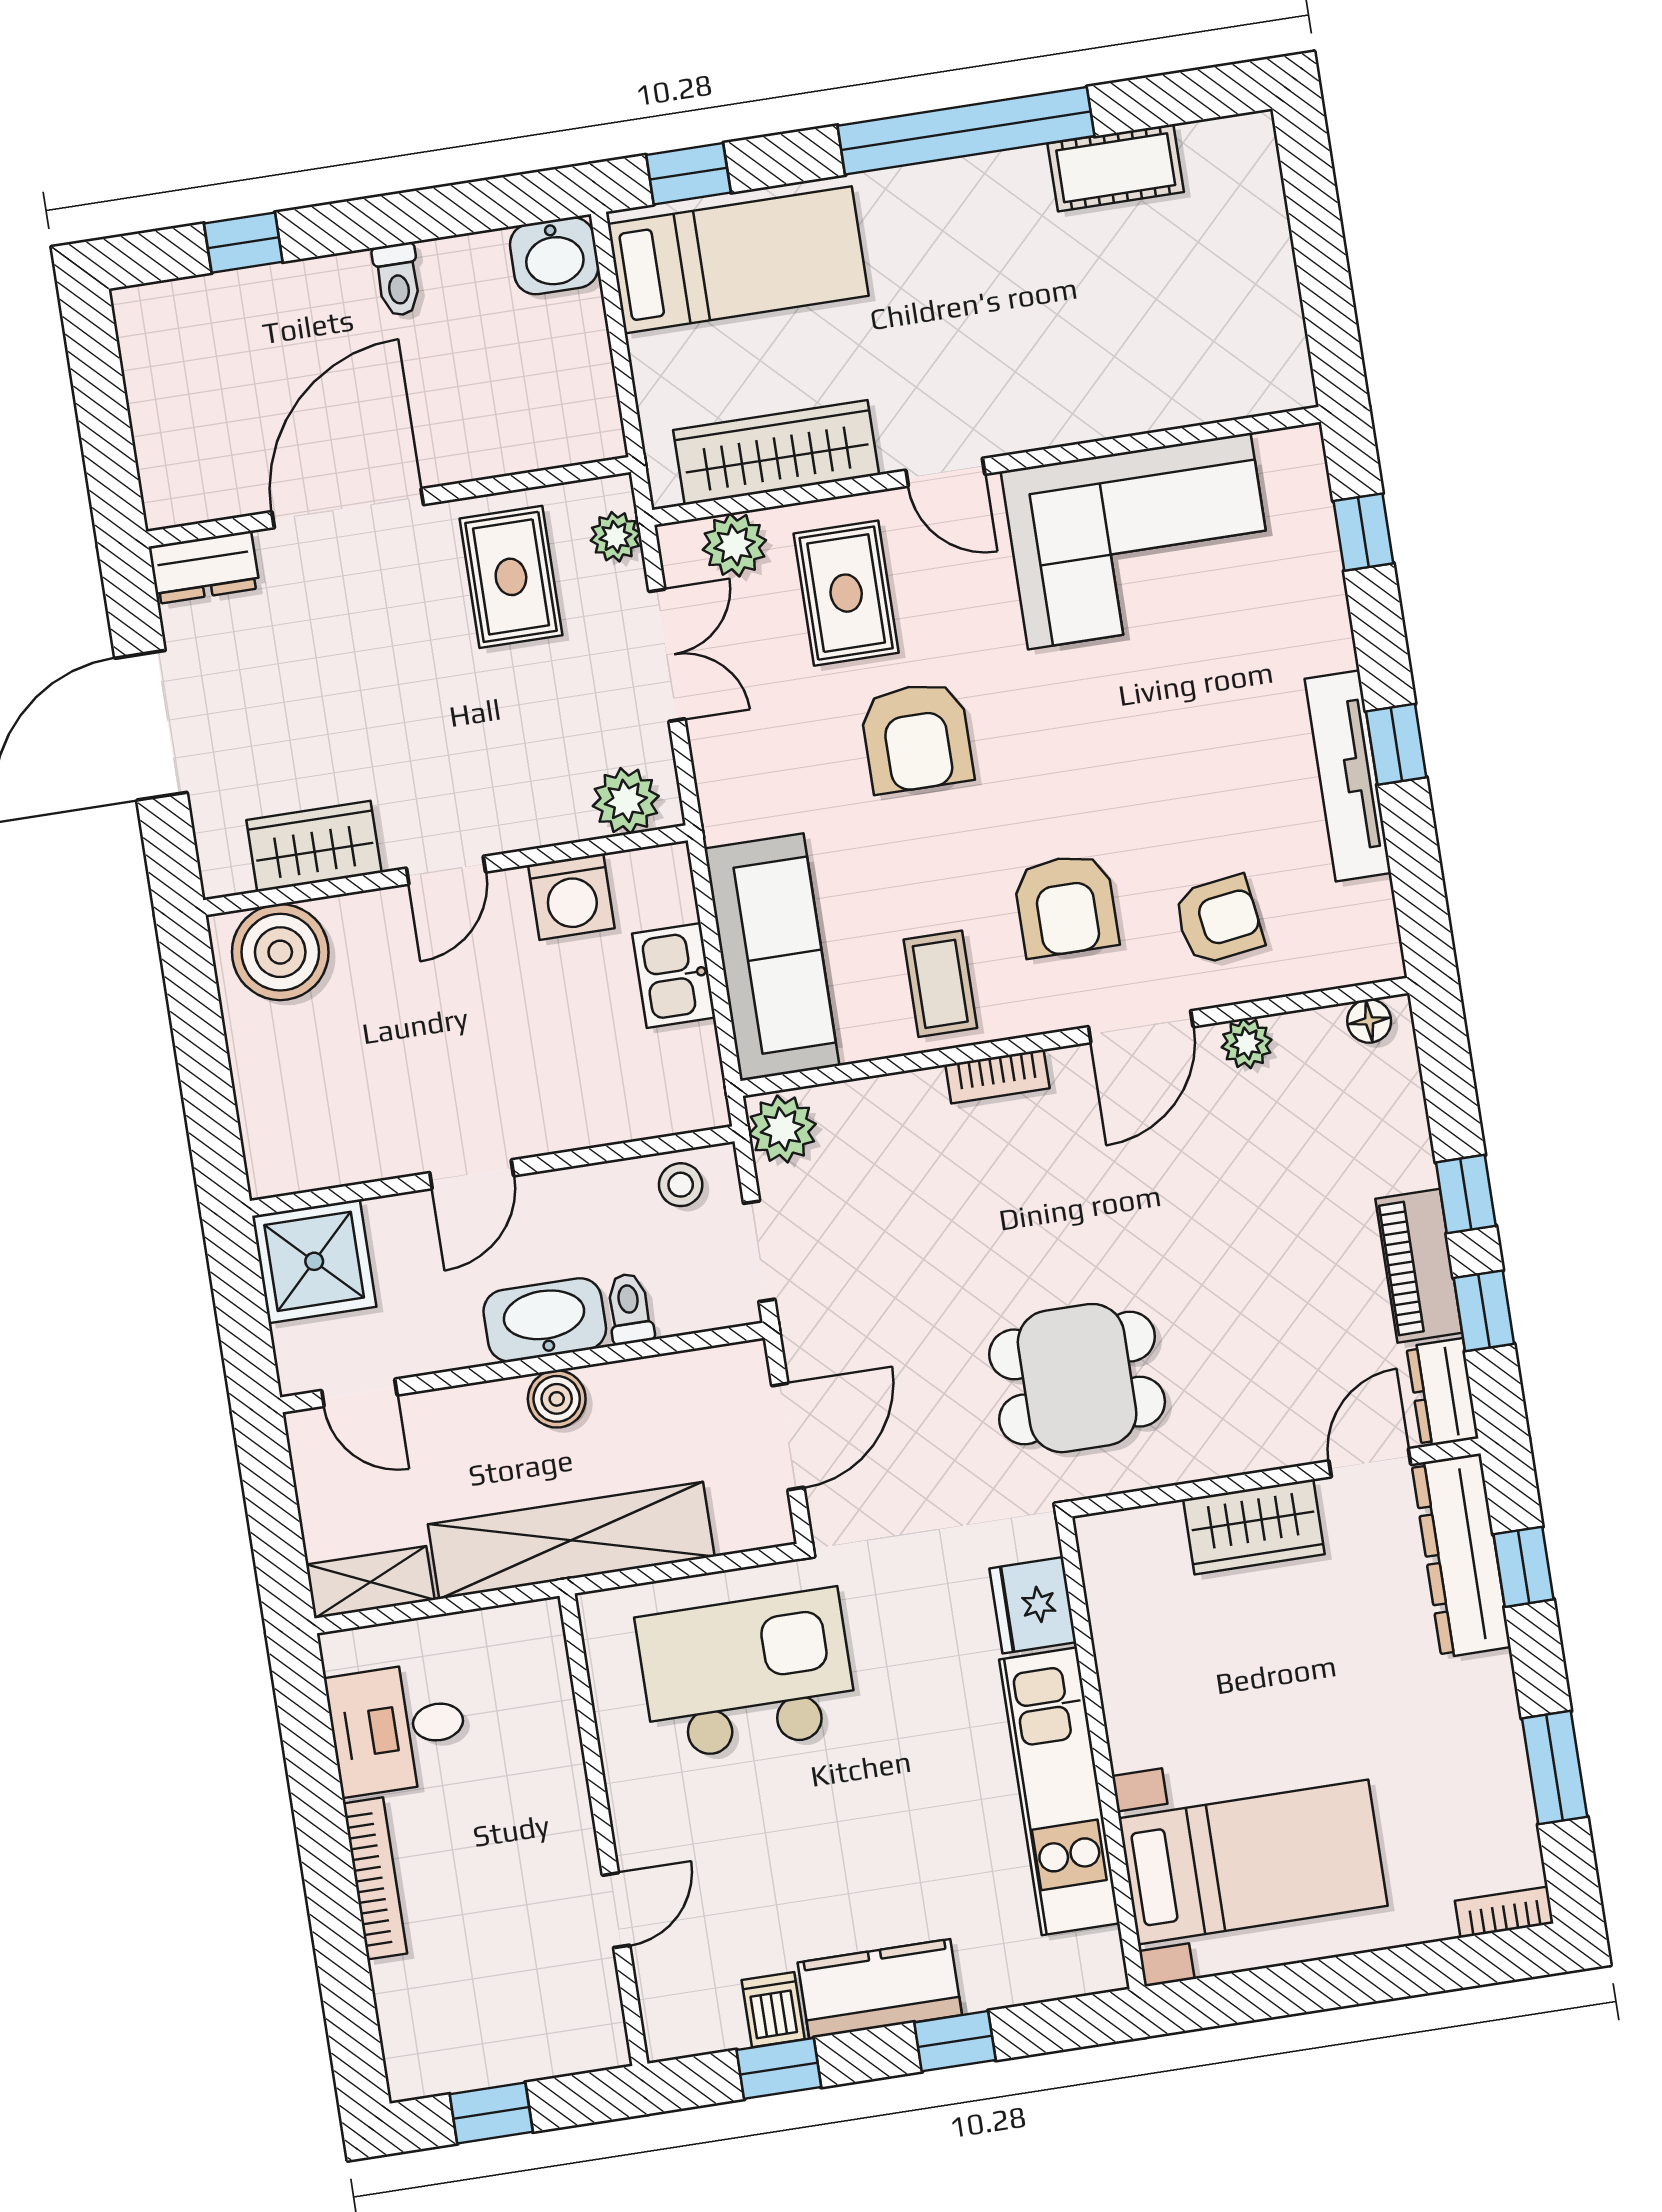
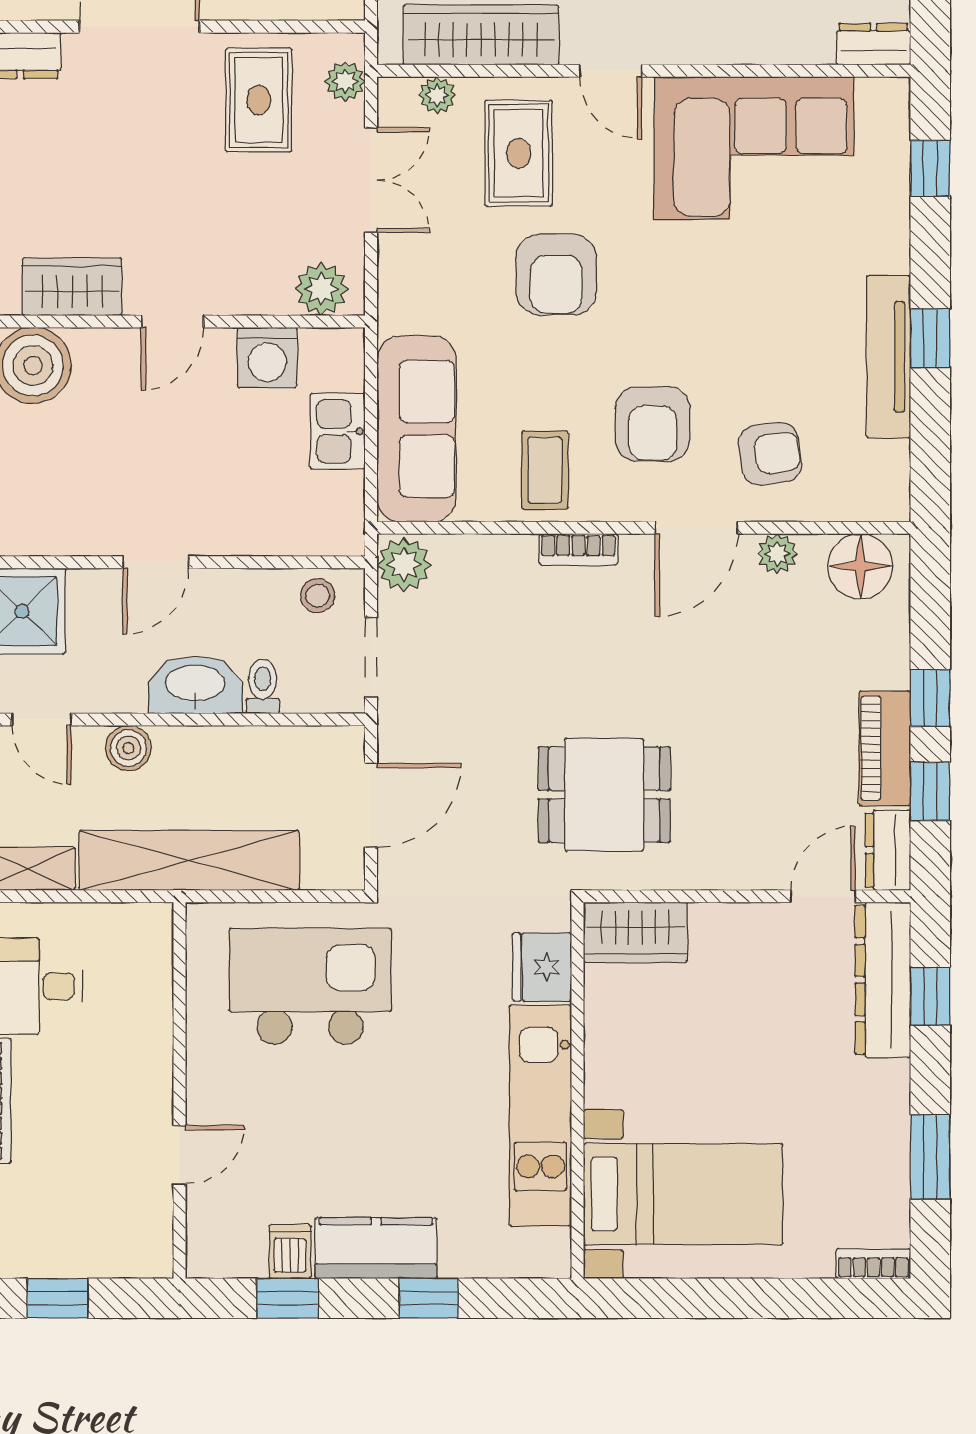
dresser: (1268, 388) -> (873, 44), added
plant: (734, 545) -> (437, 95), width x0.73, depth x0.73
floor lamp: (1369, 1021) -> (860, 566), width x1.89, depth x1.89
boiler: (557, 1399) -> (128, 748), moved
wardrobe: (1254, 1527) -> (635, 932), moved

